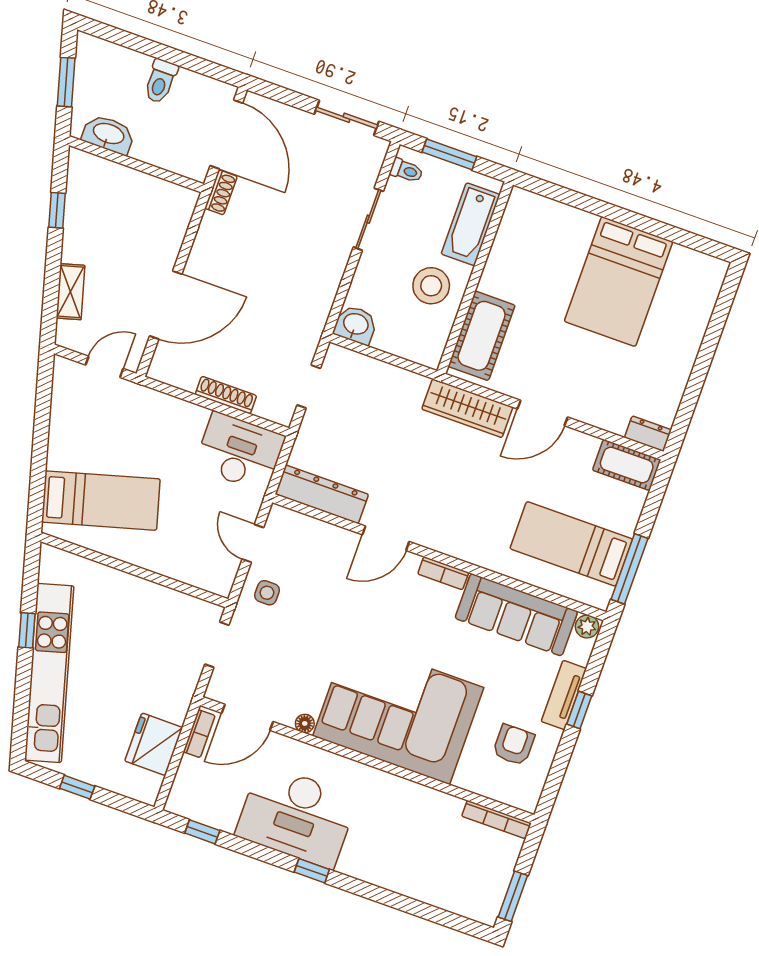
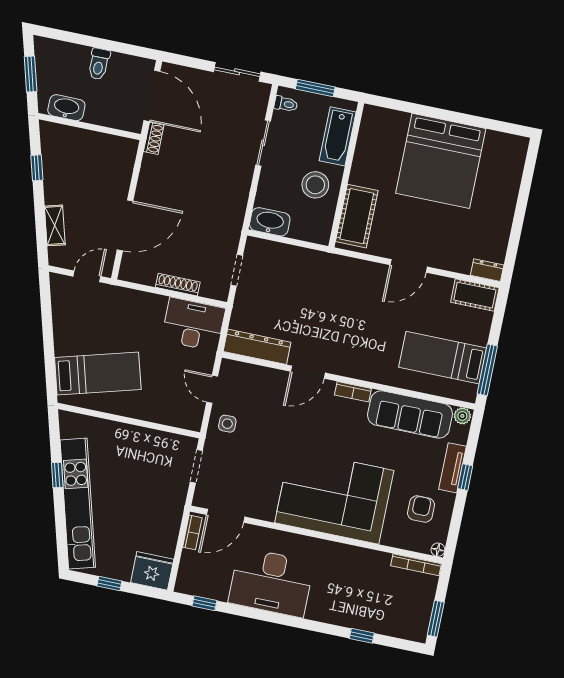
bed: (619, 281) -> (441, 161), width x1.36
washbasin: (356, 325) -> (270, 222), width x1.38
wardrobe: (467, 408) -> (354, 270), removed
floor lamp: (305, 723) -> (438, 550), moved
fridge: (154, 744) -> (152, 571), moved, turned 90
window: (312, 871) -> (362, 636), moved

